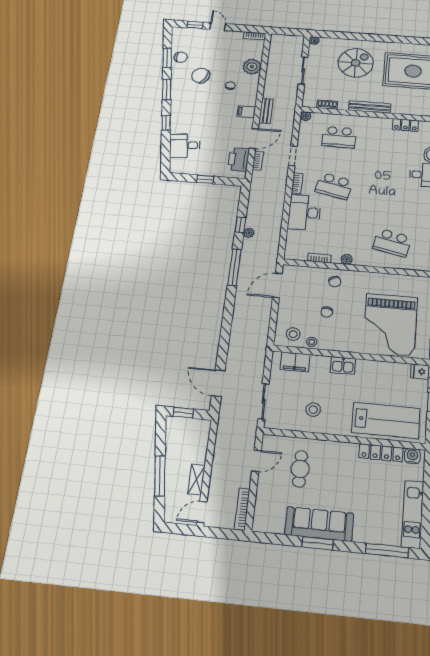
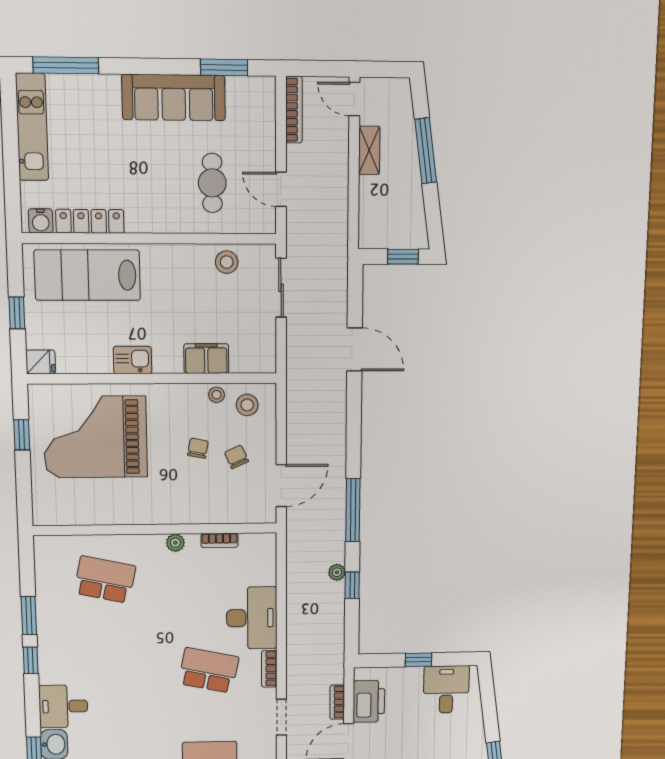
desk: (185, 146) -> (446, 689), moved, turned -82
chair: (335, 282) -> (236, 457), moved
grand piano: (390, 325) -> (95, 437), turned -90
filing cabinet: (295, 362) -> (206, 359), moved
kitchen sink: (343, 366) -> (132, 360), moved
door: (218, 383) -> (354, 349), moved
stool: (313, 410) -> (227, 262), moved
door: (256, 461) -> (281, 189), hinge flipped
door: (202, 512) -> (354, 99), swing flipped
window: (318, 543) -> (224, 67), moved

